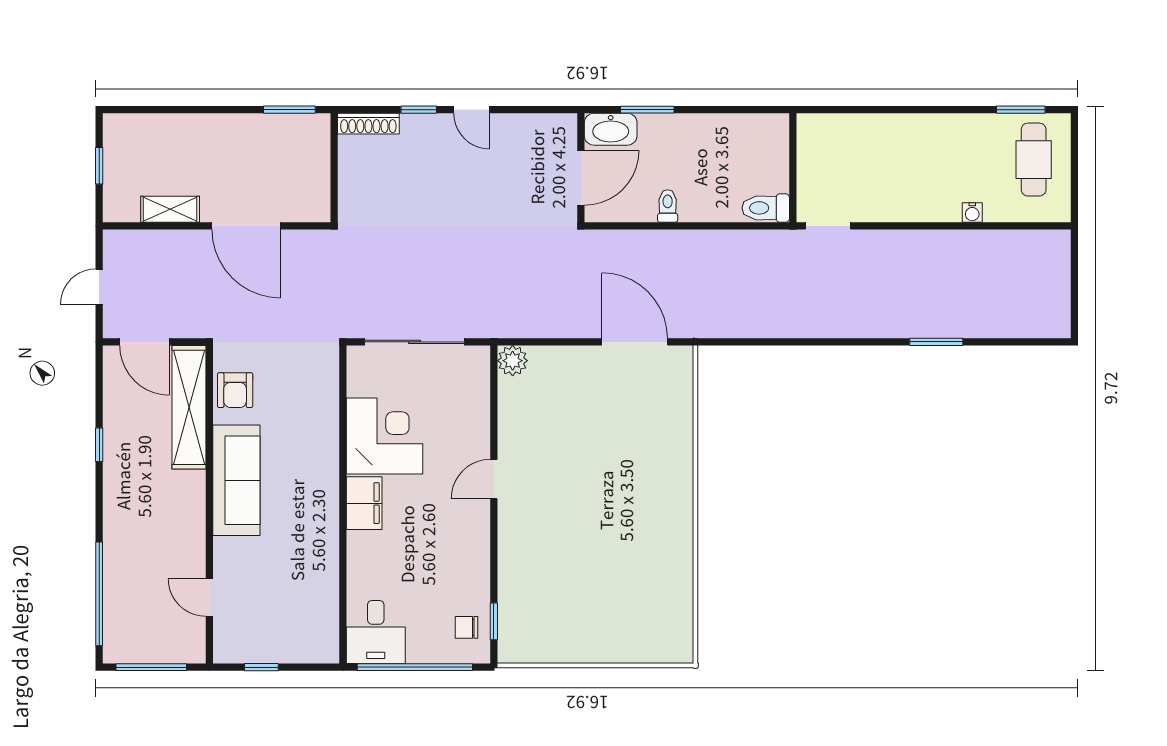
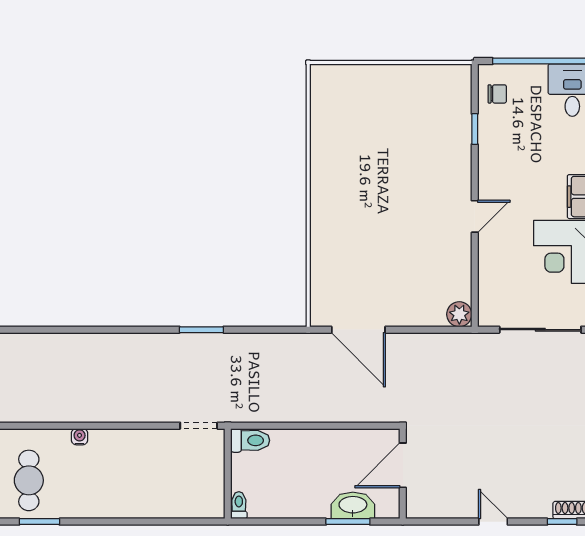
window: (419, 110) -> (562, 522), moved
washbasin: (611, 129) -> (353, 505), moved
toilet: (668, 206) -> (239, 505), moved, turned 180
window: (936, 342) -> (201, 330), moved
window: (494, 621) -> (475, 129), moved

